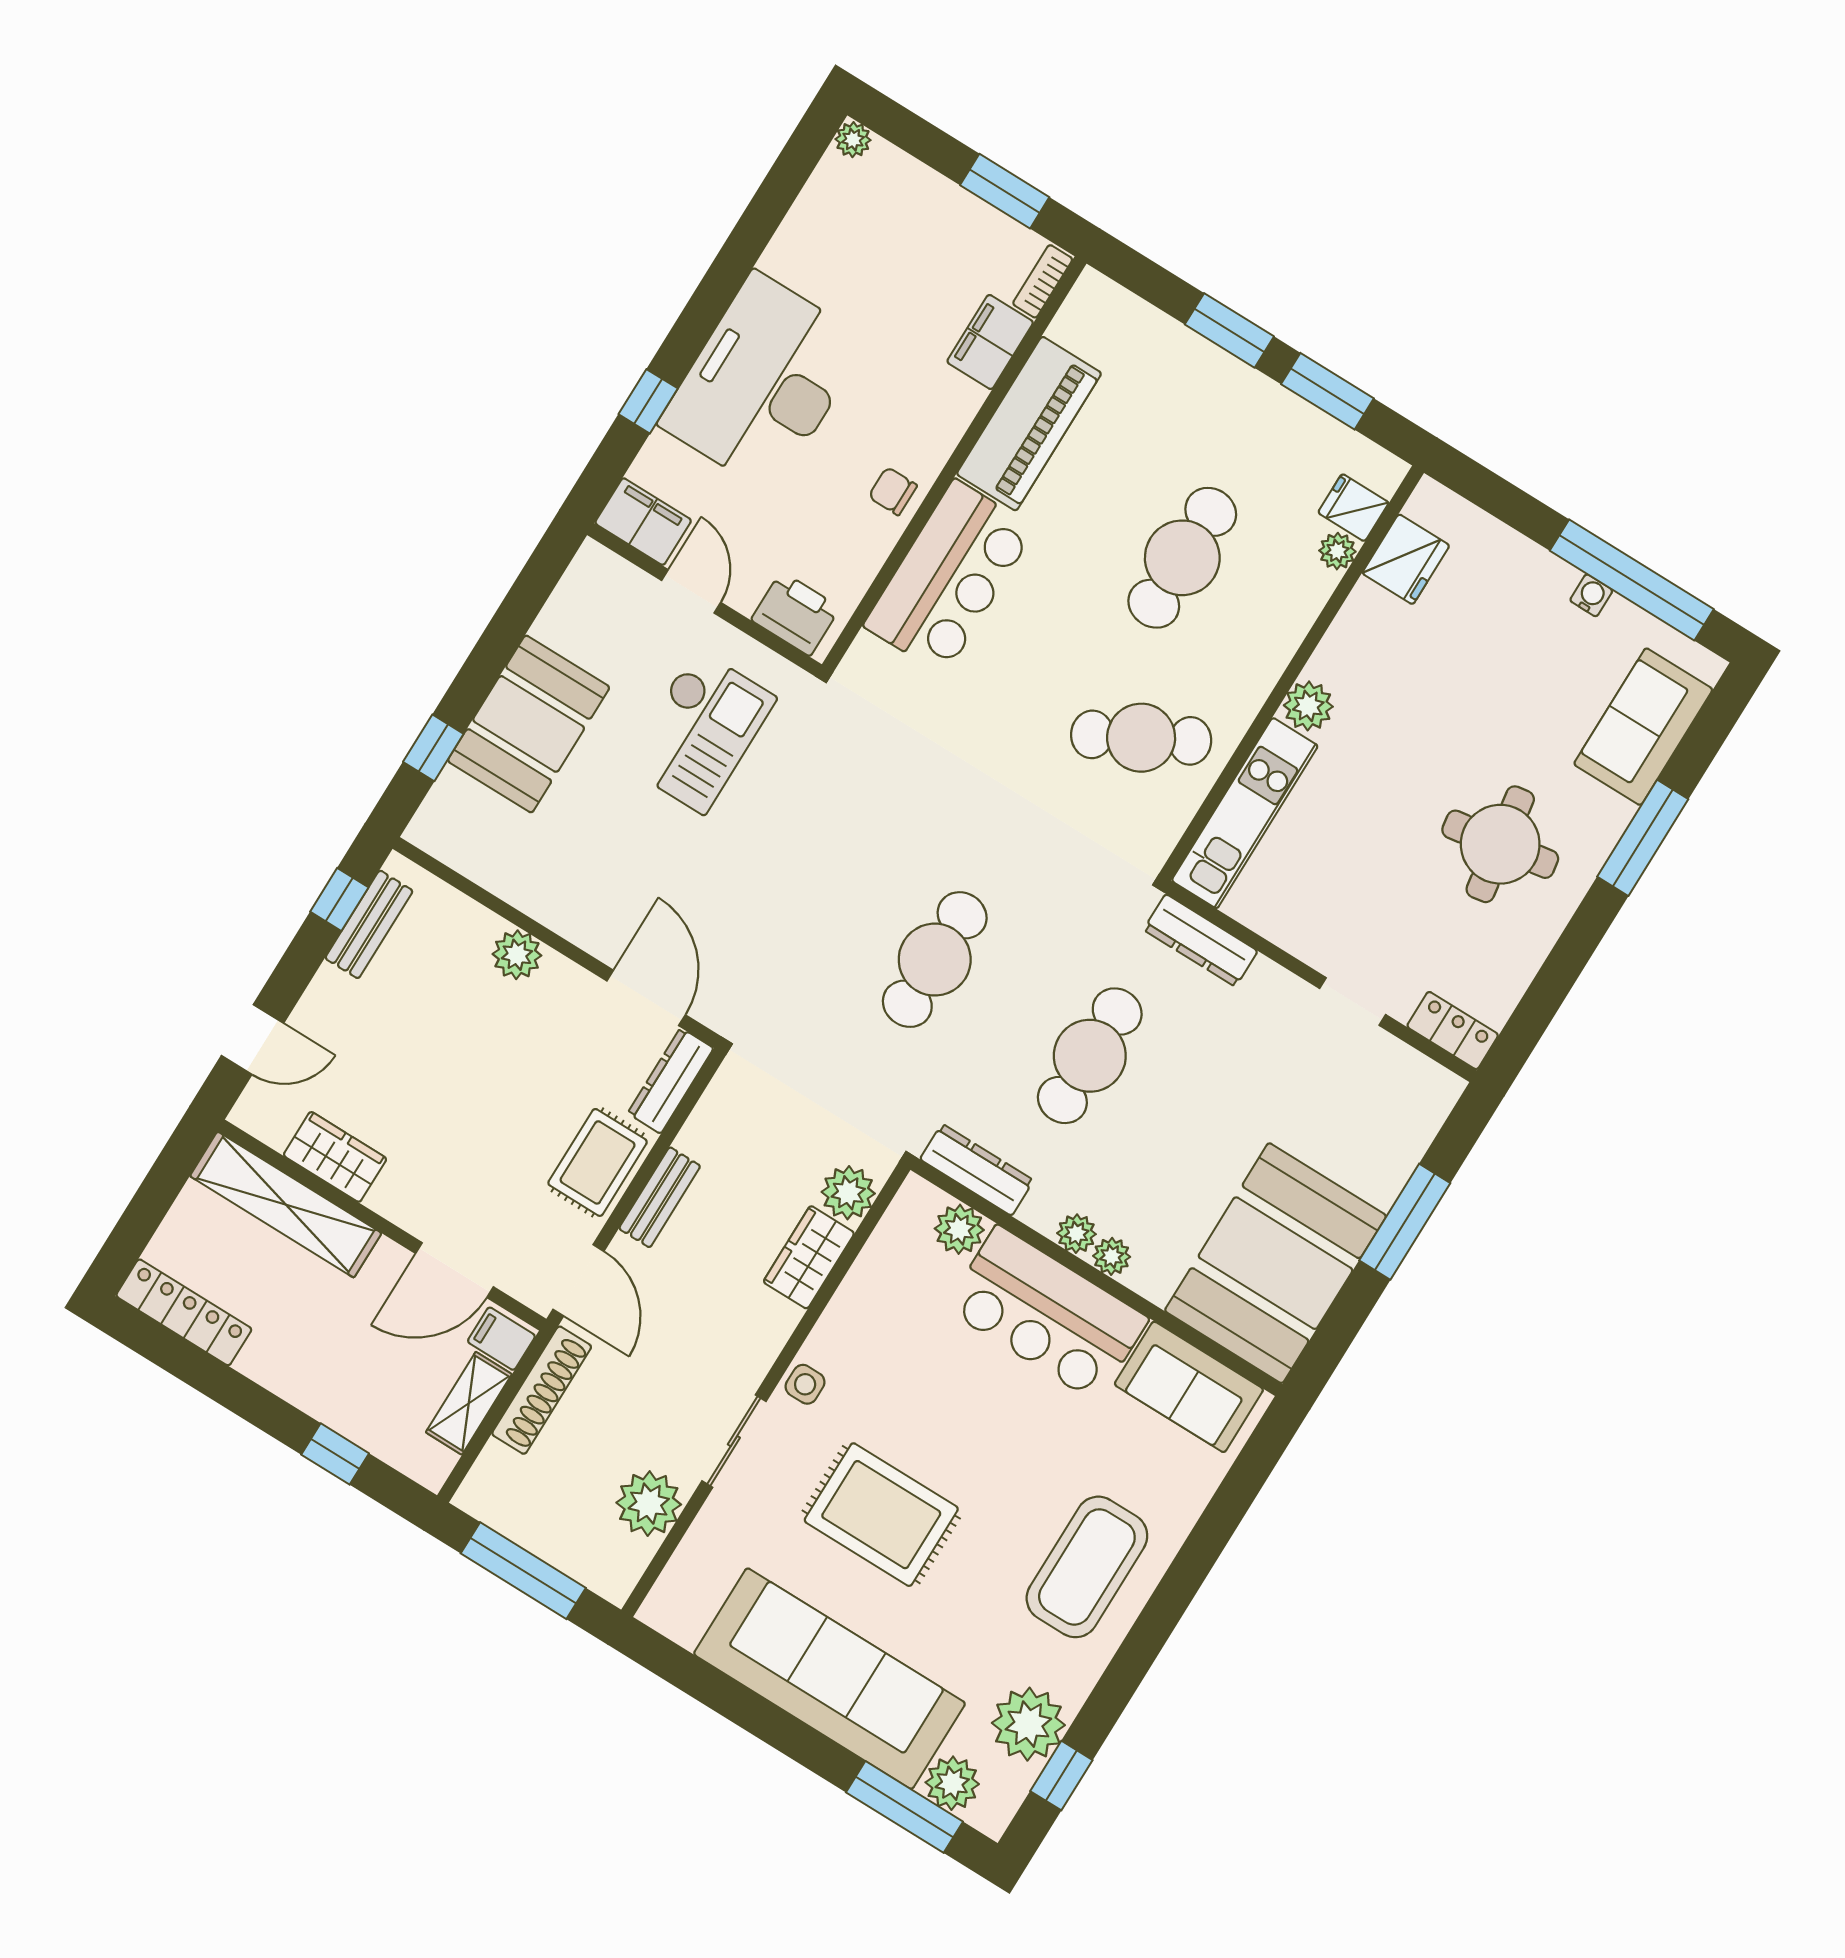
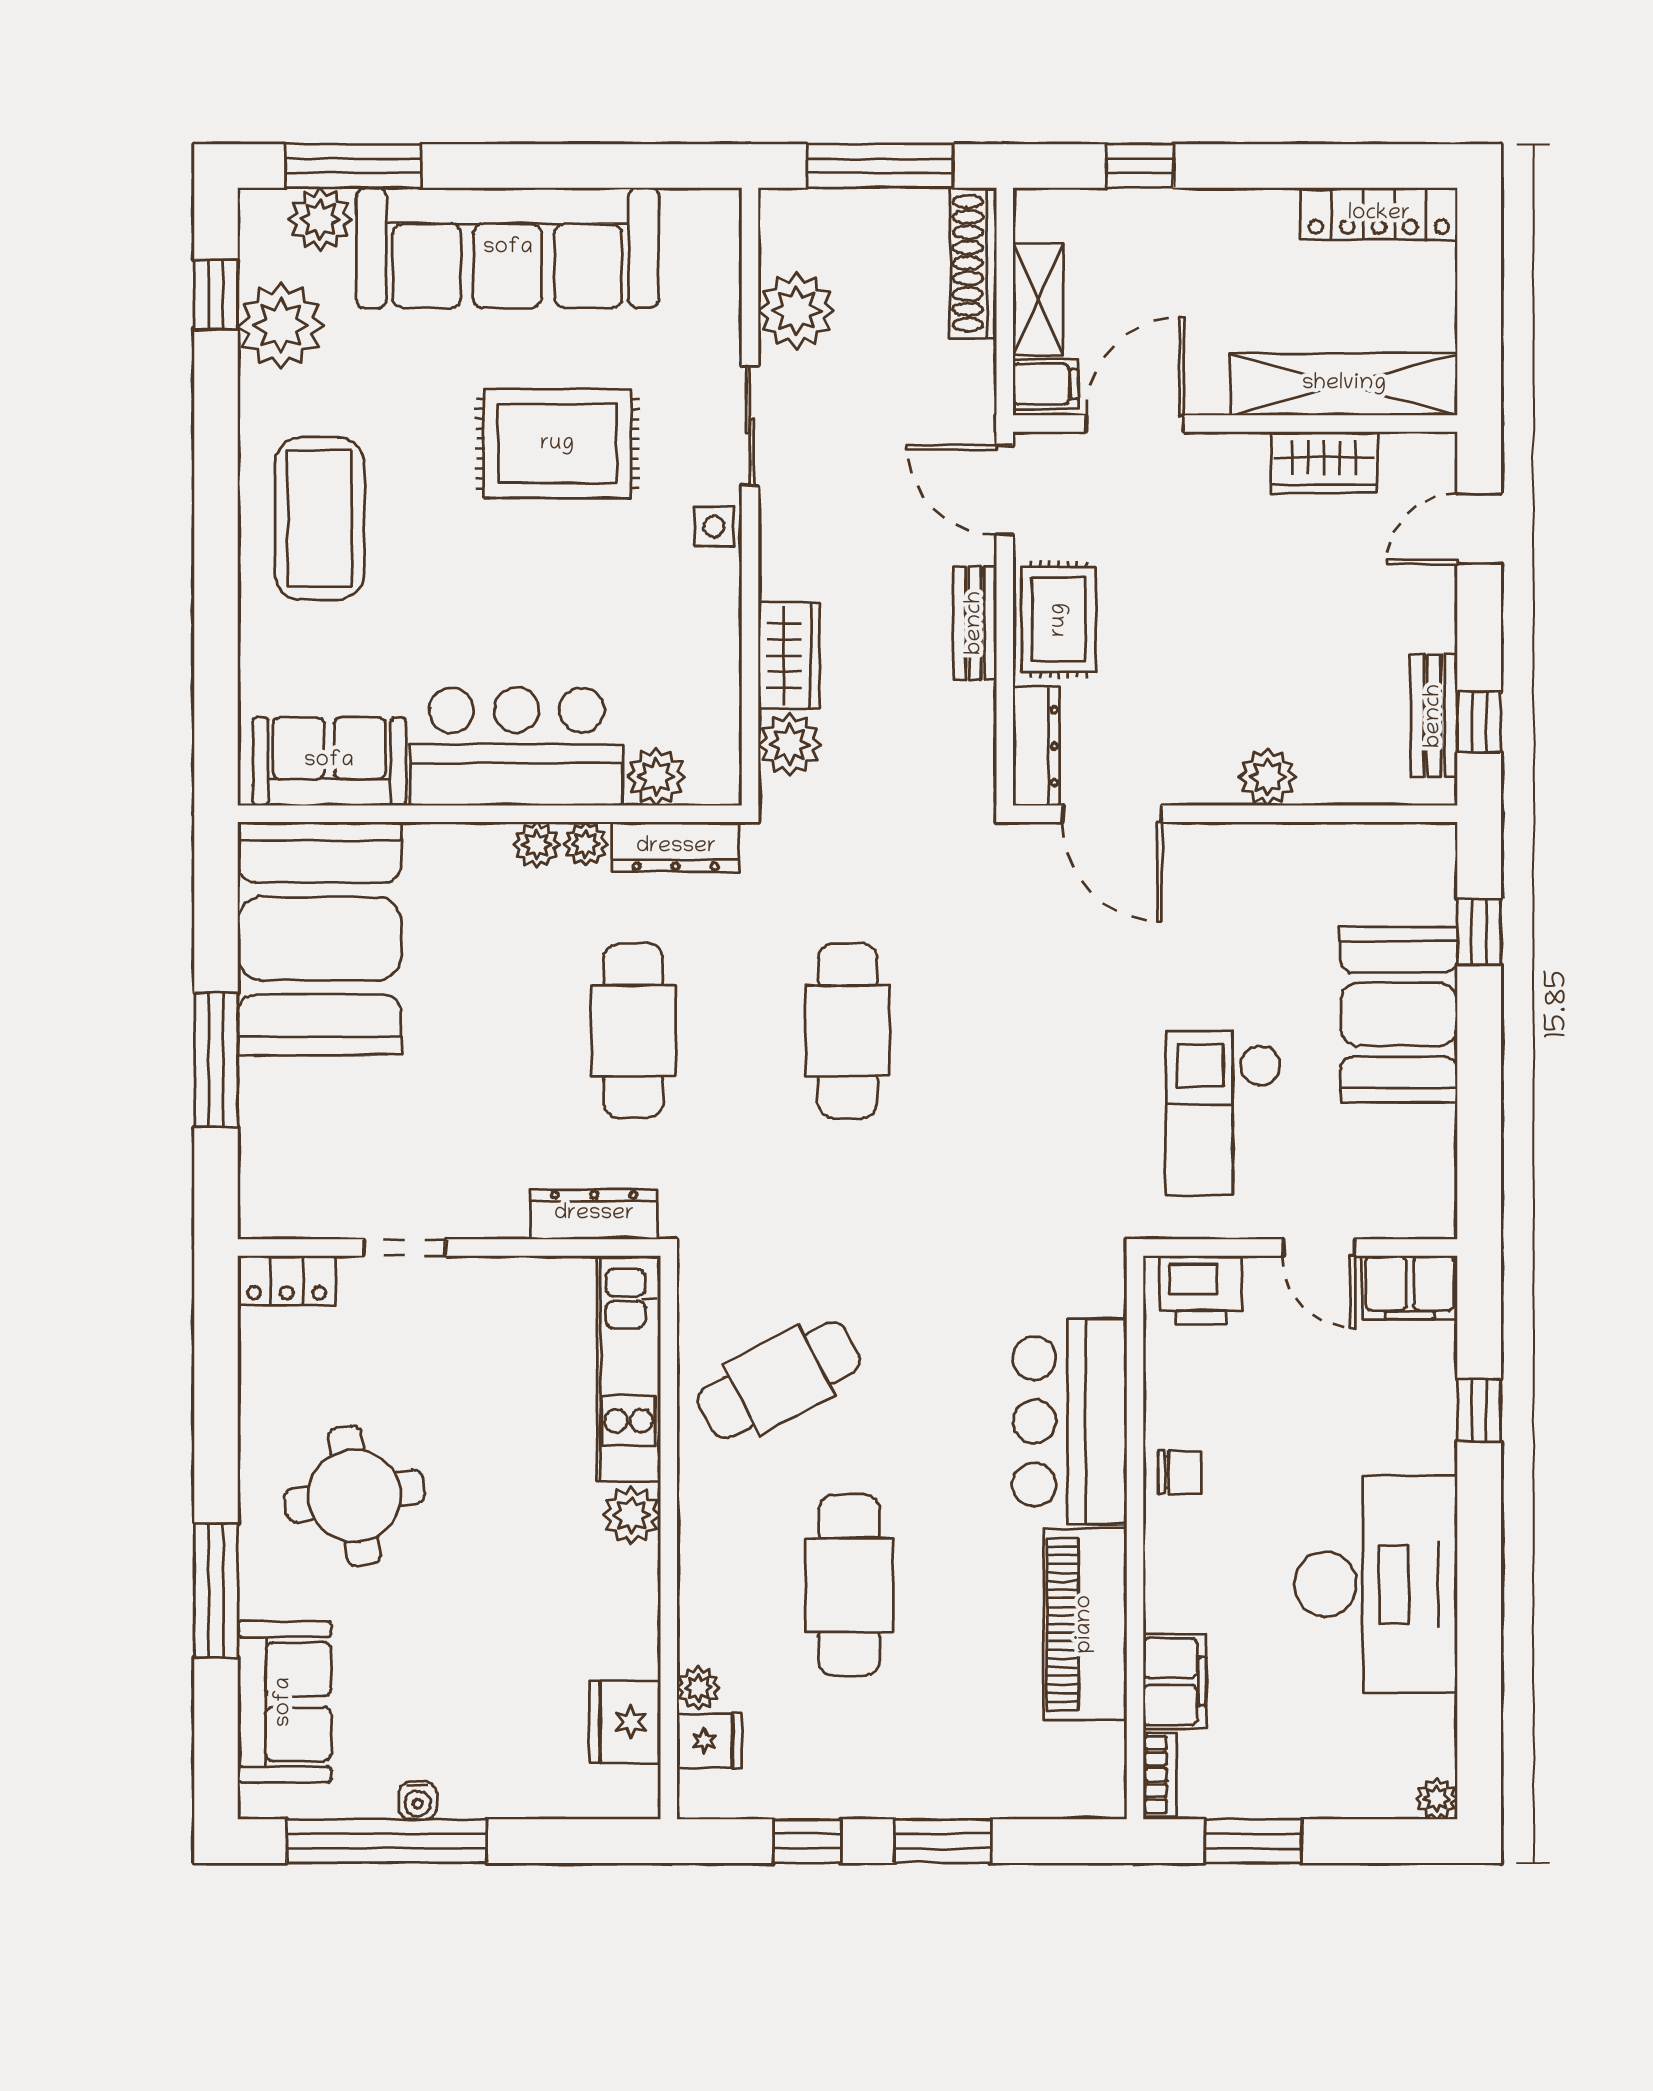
desk: (763, 382) -> (1376, 1584), moved
window: (1327, 391) -> (807, 1841), width x0.67
plant: (1112, 1256) -> (586, 844), moved
shoe rack: (542, 1390) -> (973, 263), moved

